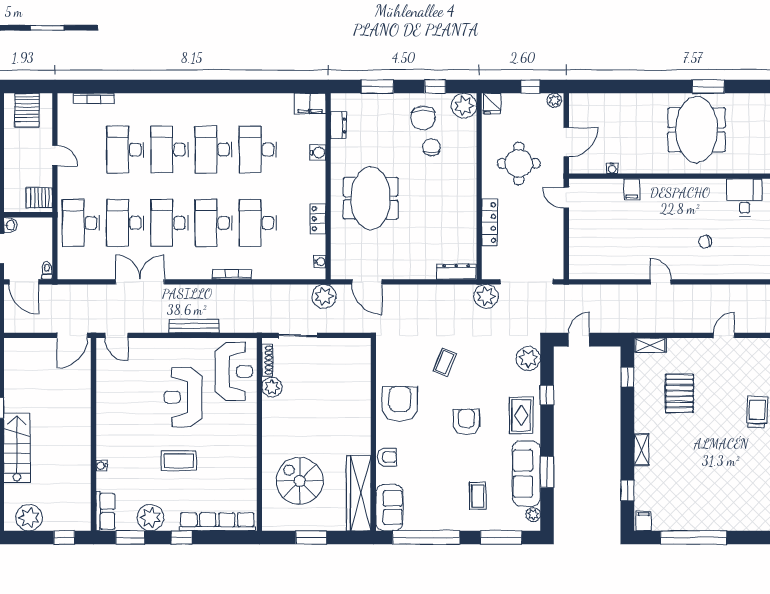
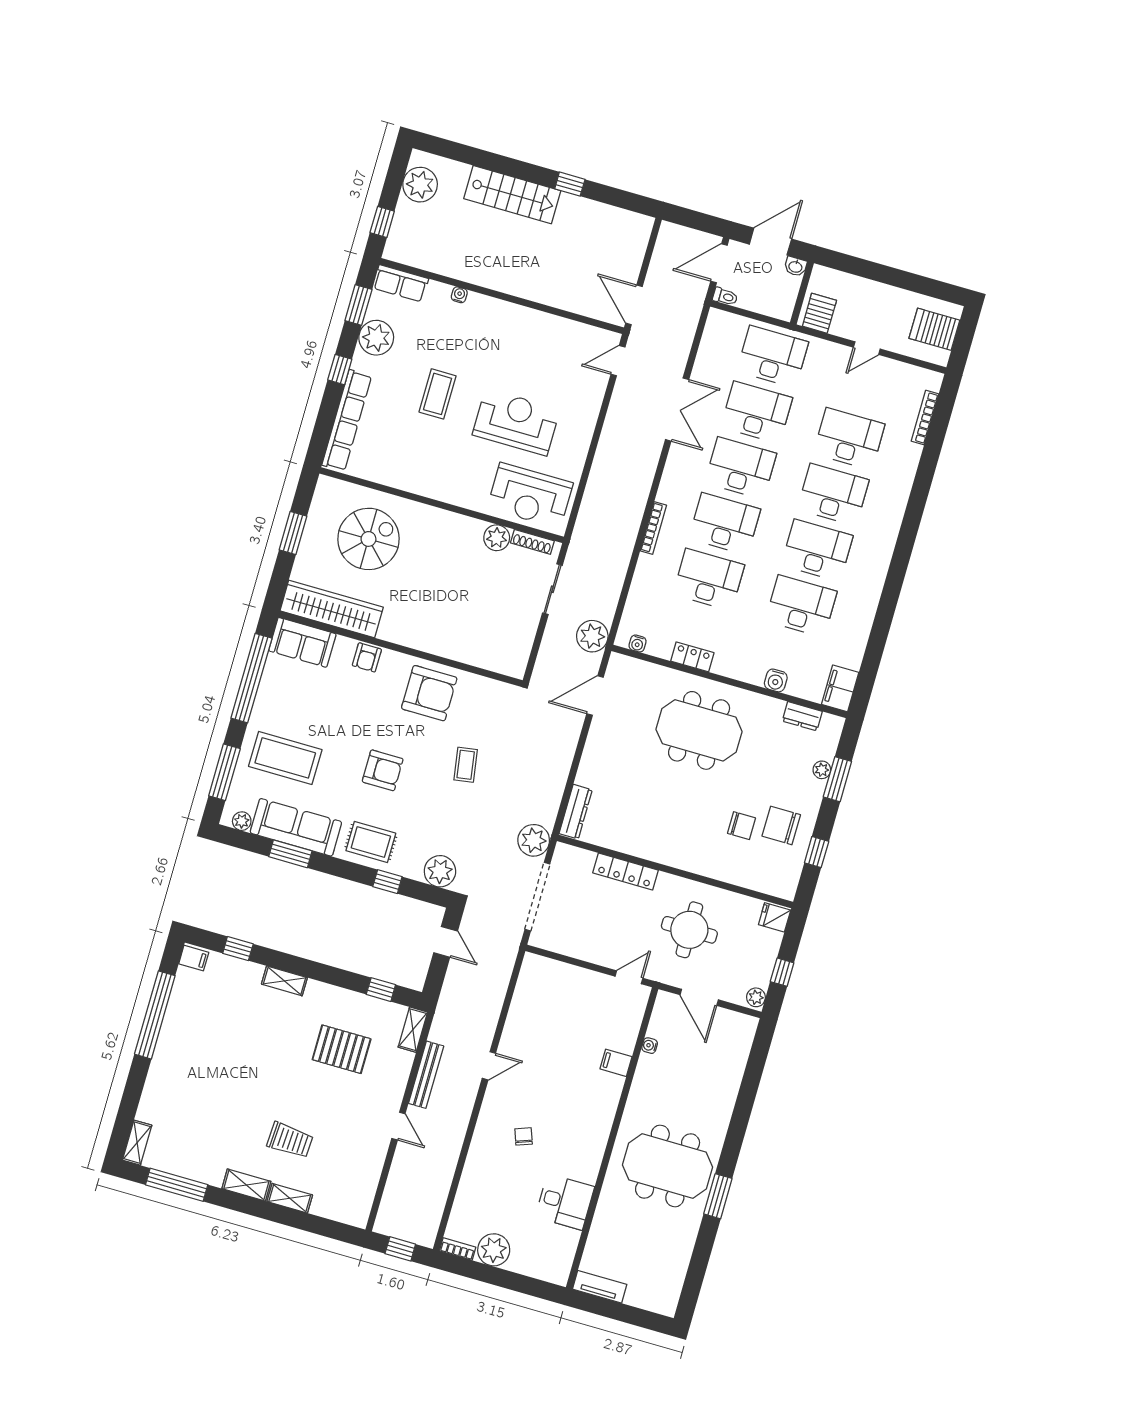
plant: (464, 106) -> (822, 770), moved, width x0.53, depth x0.53
bench: (194, 326) -> (426, 1075), moved
coffee table: (445, 362) -> (466, 765), turned 59
coffee table: (478, 496) -> (285, 758), width x1.86, depth x1.72

